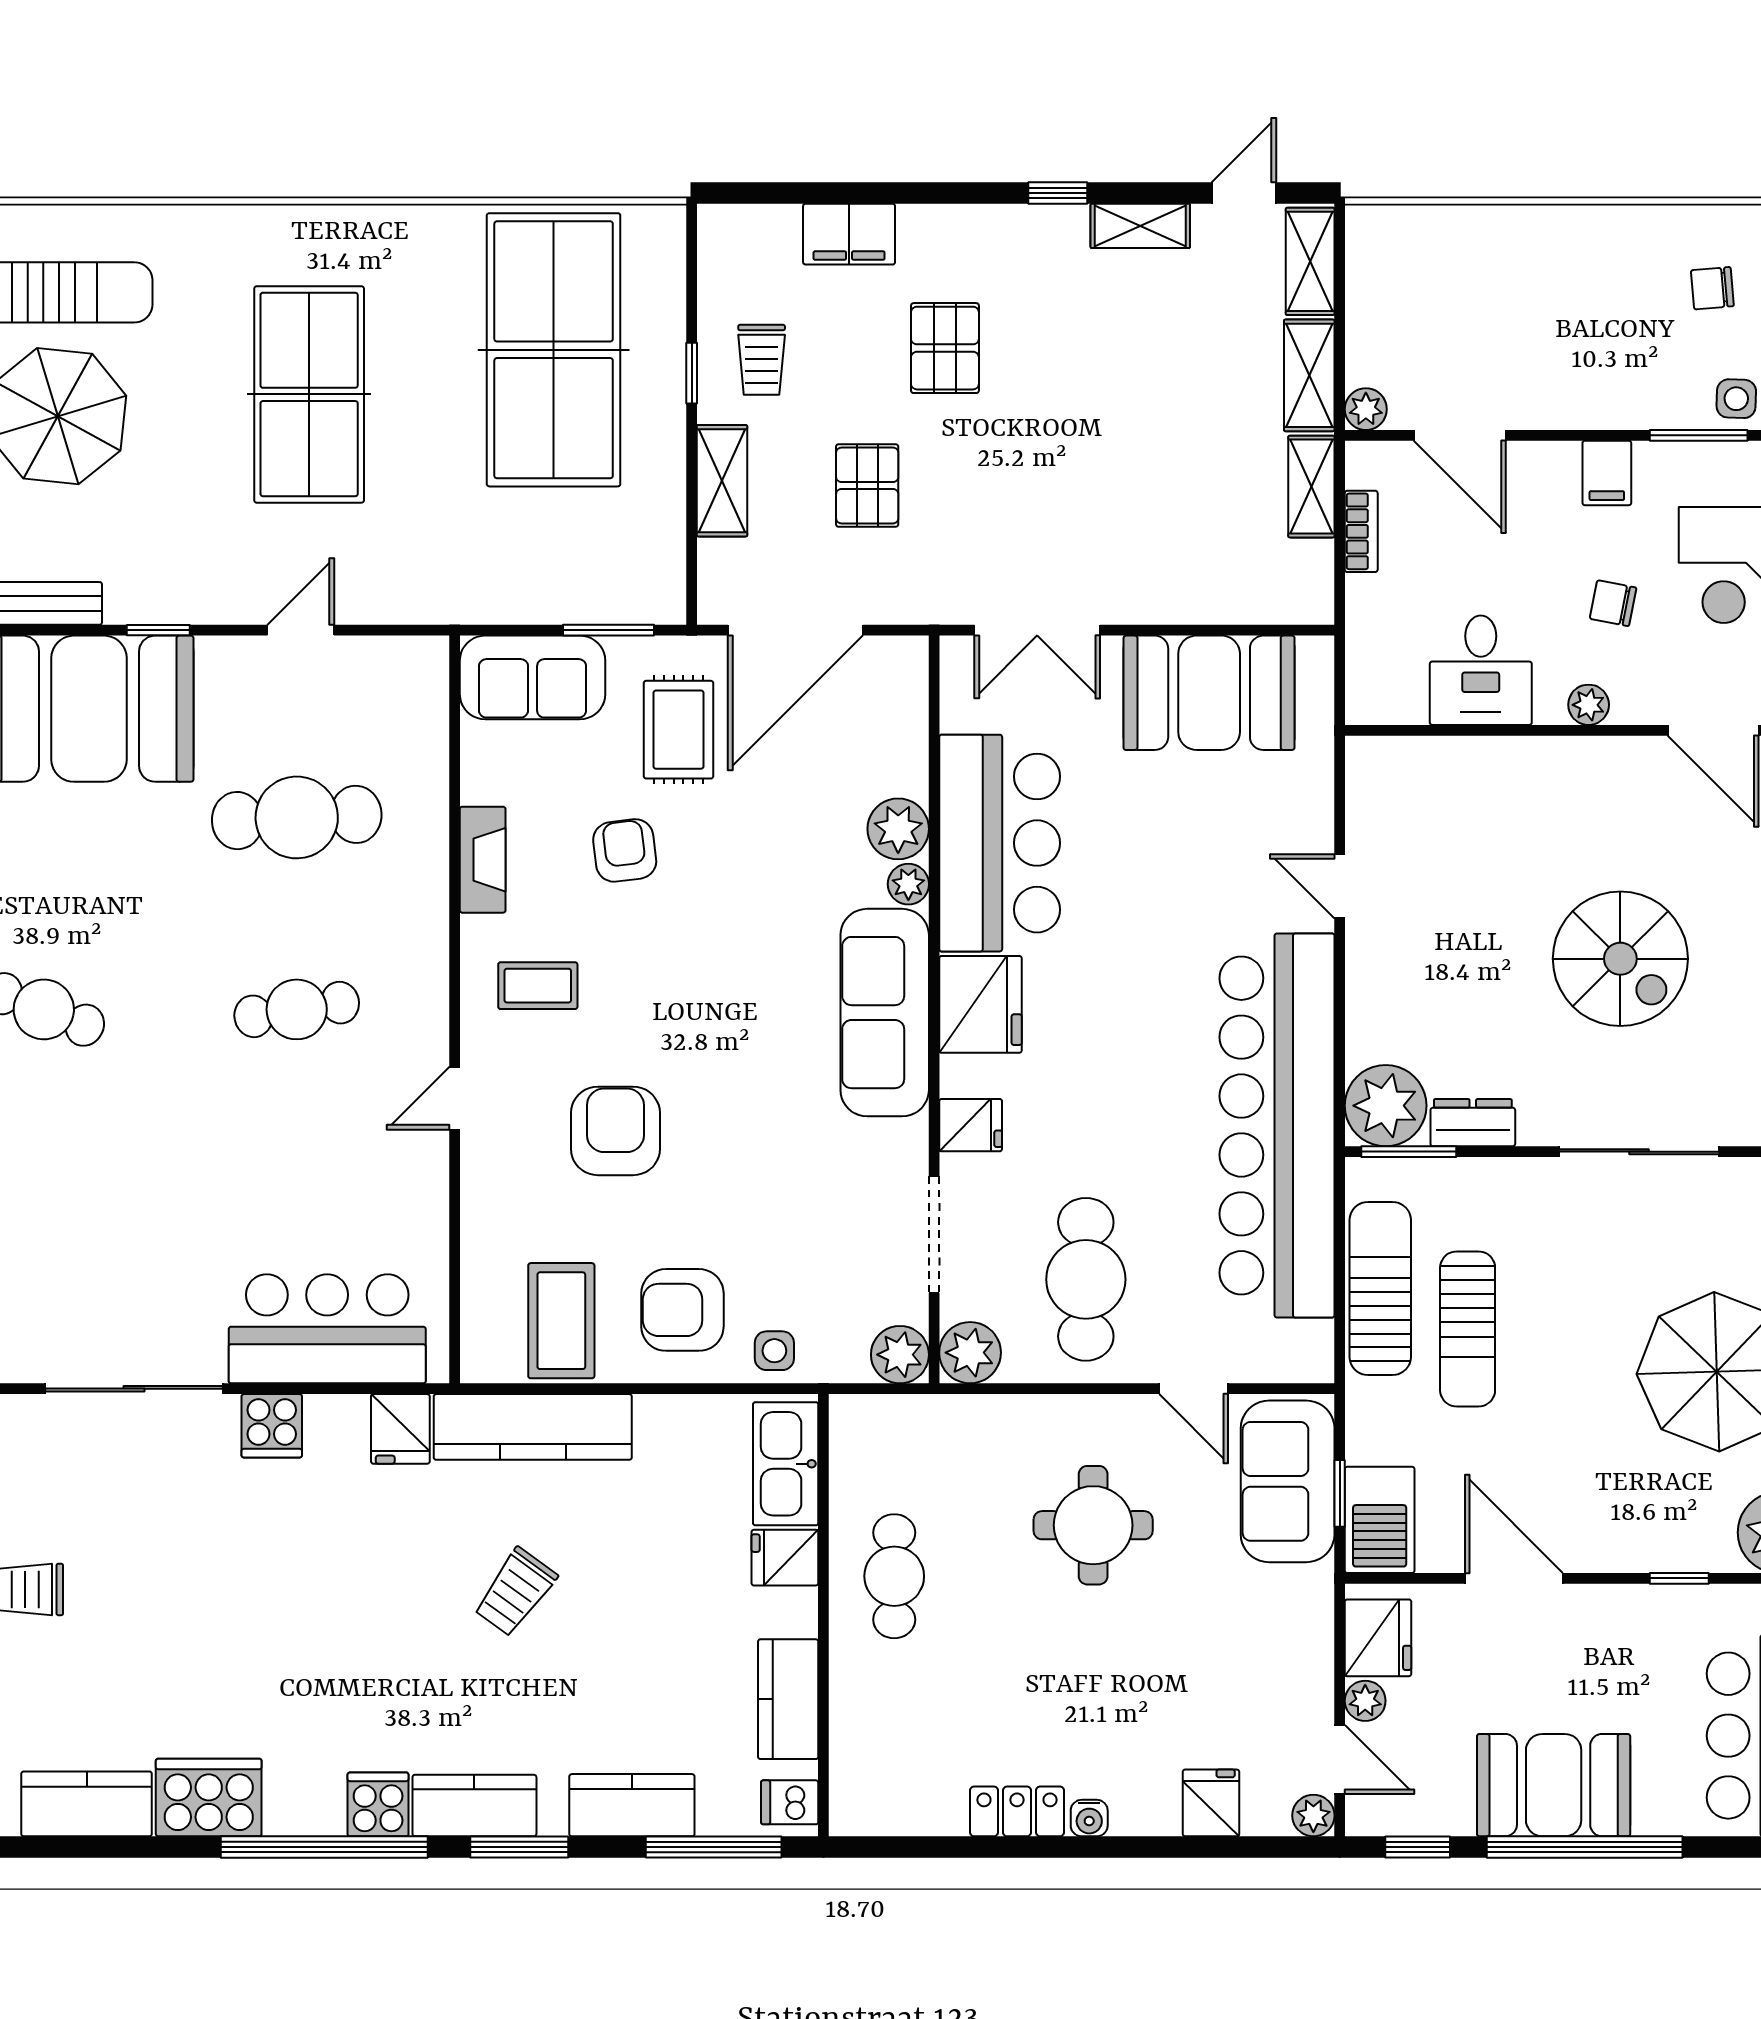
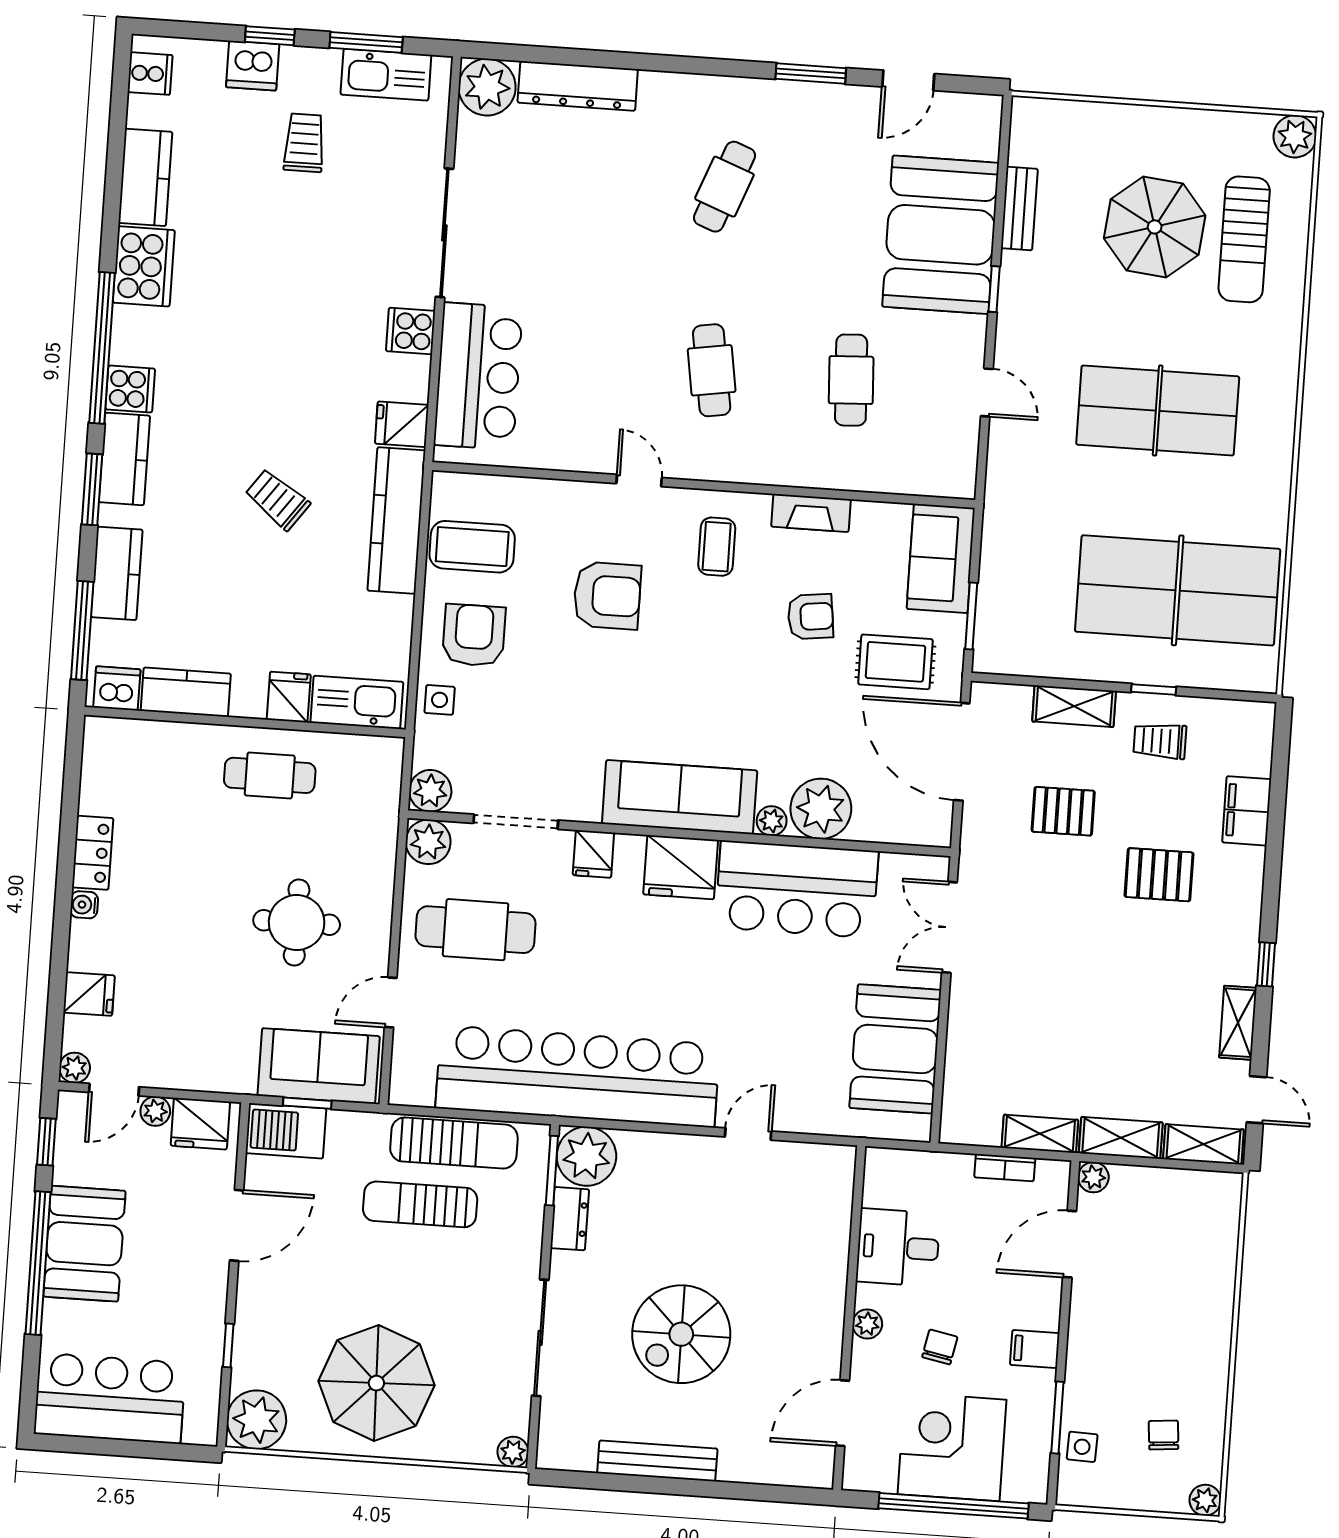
cafe table: (297, 817) -> (851, 380), width x0.73, depth x0.74
plant: (898, 829) -> (821, 809), width x1.36, depth x1.36
dishwasher: (790, 1802) -> (117, 688), width x1.38

